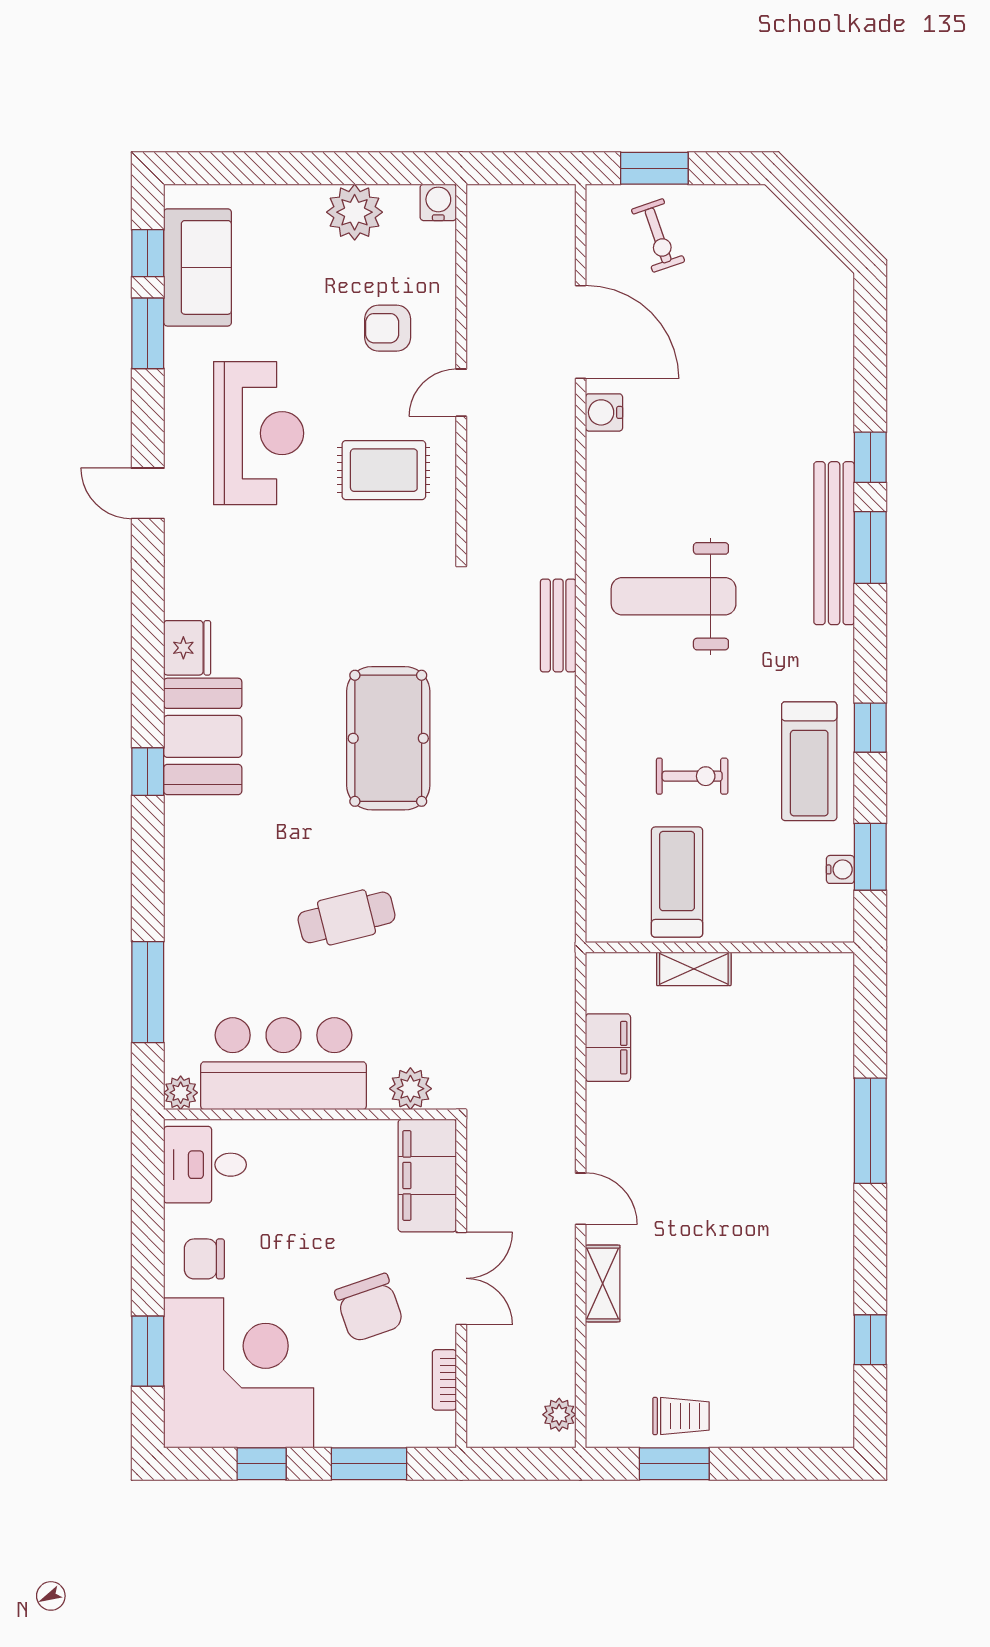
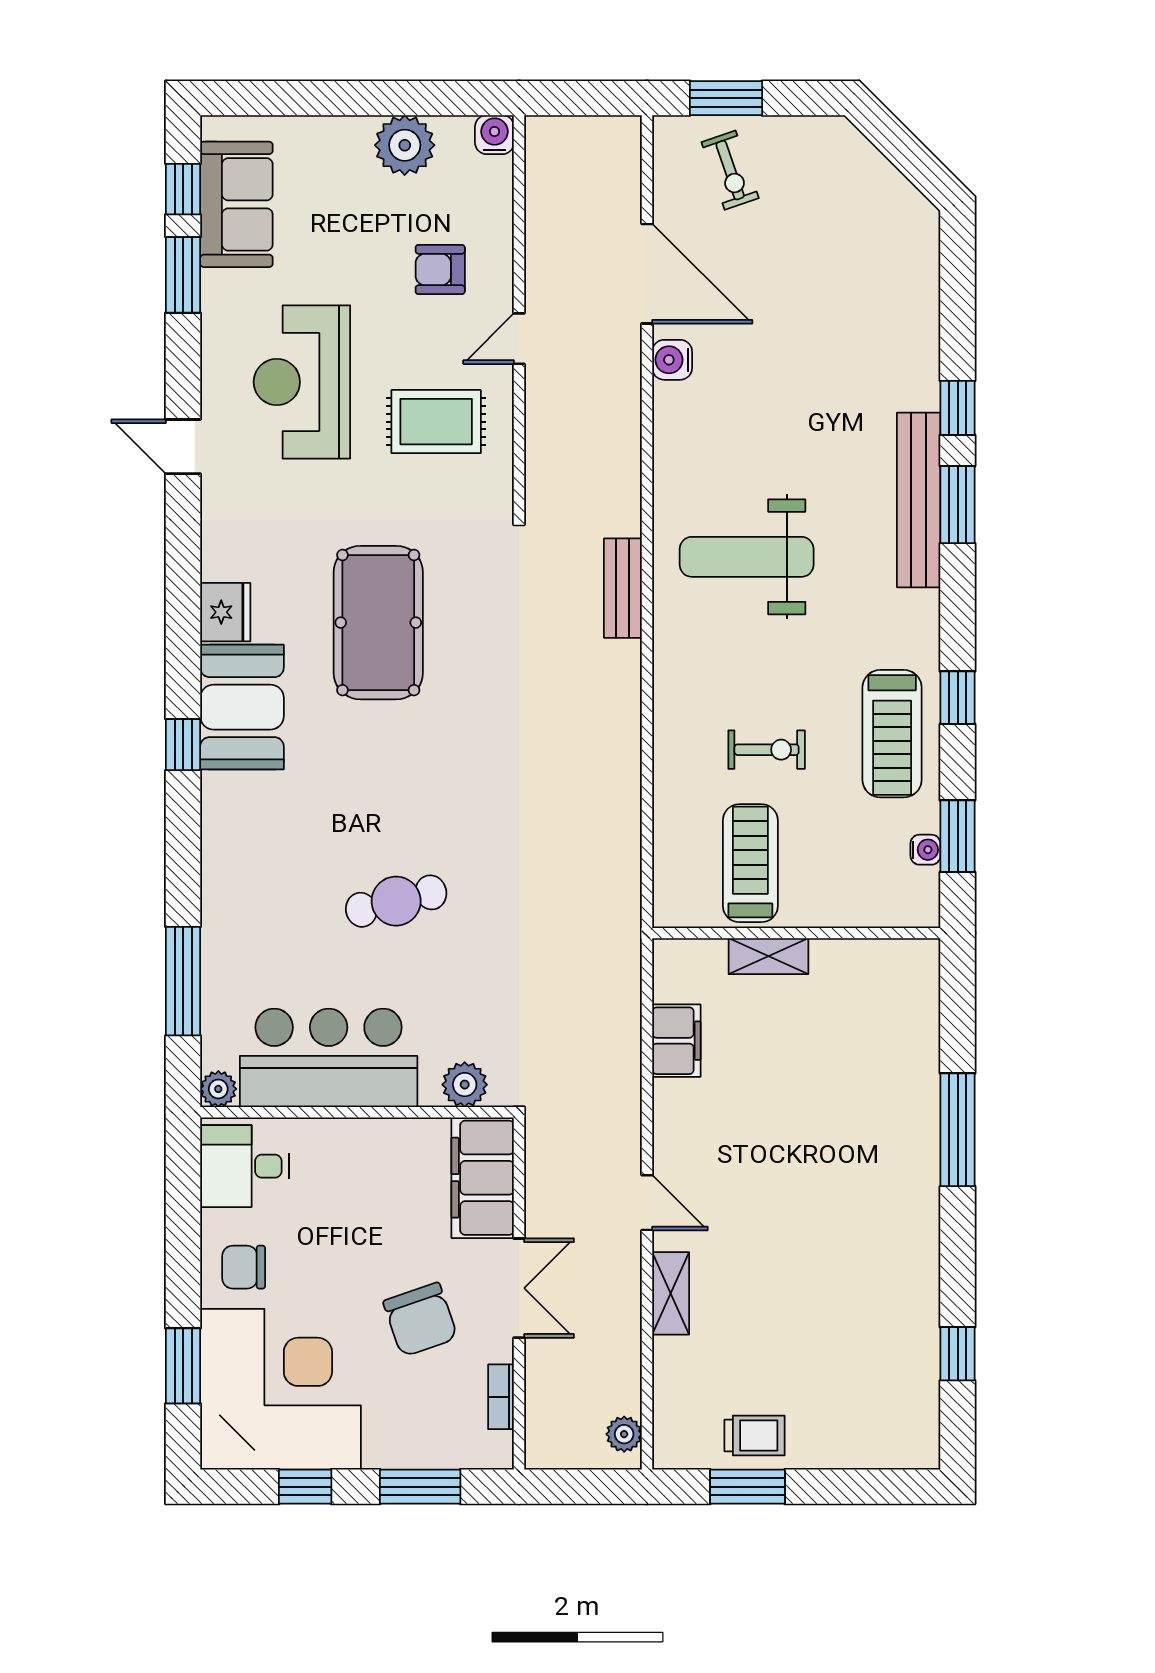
reception desk: (259, 433) -> (302, 382), turned 180
pool table: (388, 738) -> (378, 623), moved

